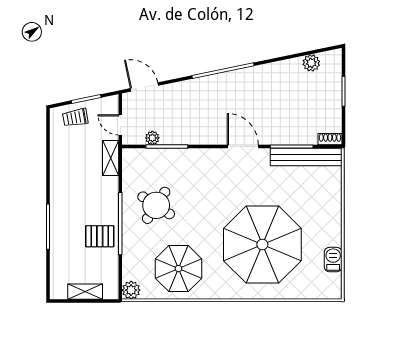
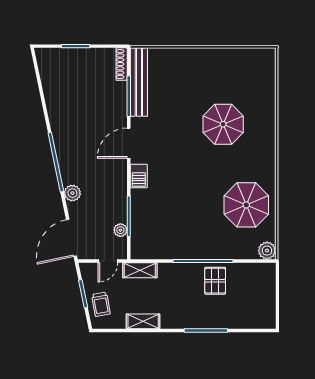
plant: (311, 63) -> (72, 193), moved
door: (144, 87) -> (72, 238), width x1.36
shoe rack: (330, 139) -> (122, 64), width x1.43
round table: (156, 205) -> (185, 226), removed
parasol: (262, 245) -> (223, 124), width x0.54, depth x0.54
barbecue: (333, 260) -> (139, 176), moved, turned -90
shelving: (85, 292) -> (143, 321), moved, turned 90

